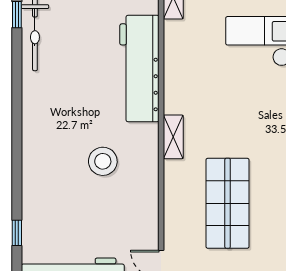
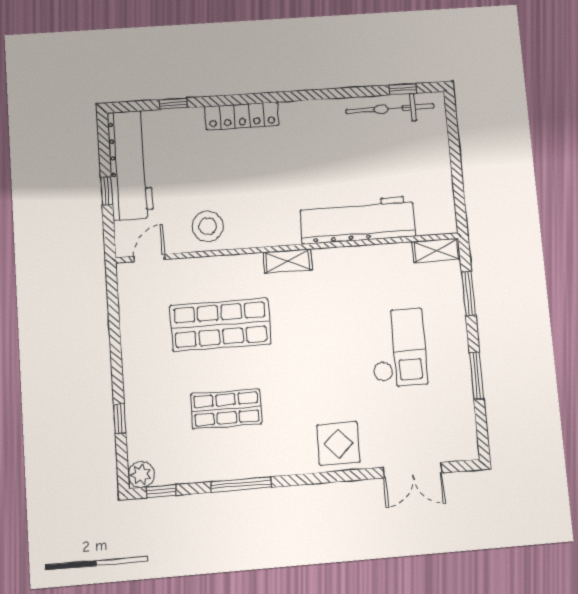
stool: (103, 161) -> (208, 226), moved
locker: (33, 170) -> (242, 116), added

